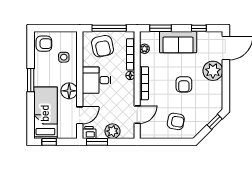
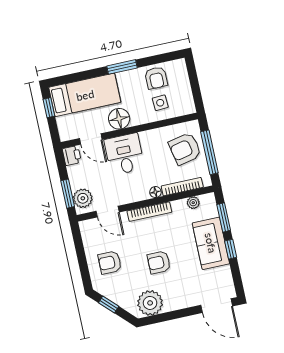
window: (199, 28) -> (231, 249), moved
armchair: (44, 44) -> (156, 78), moved
plant: (213, 71) -> (150, 303), moved
desk: (97, 80) -> (124, 154), moved
armchair: (176, 121) -> (110, 262), turned 80
window: (215, 122) -> (109, 305), moved
plant: (112, 131) -> (83, 198), moved
window: (97, 142) -> (68, 194), moved

